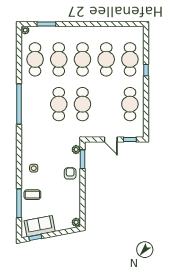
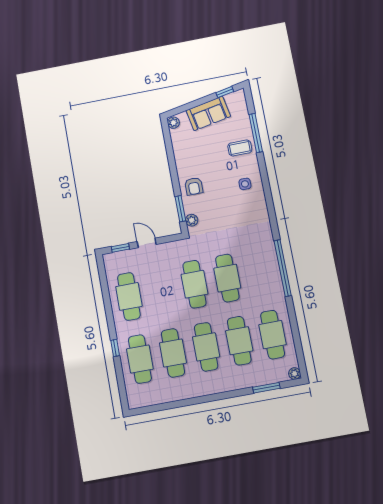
sofa: (40, 226) -> (208, 113), moved

